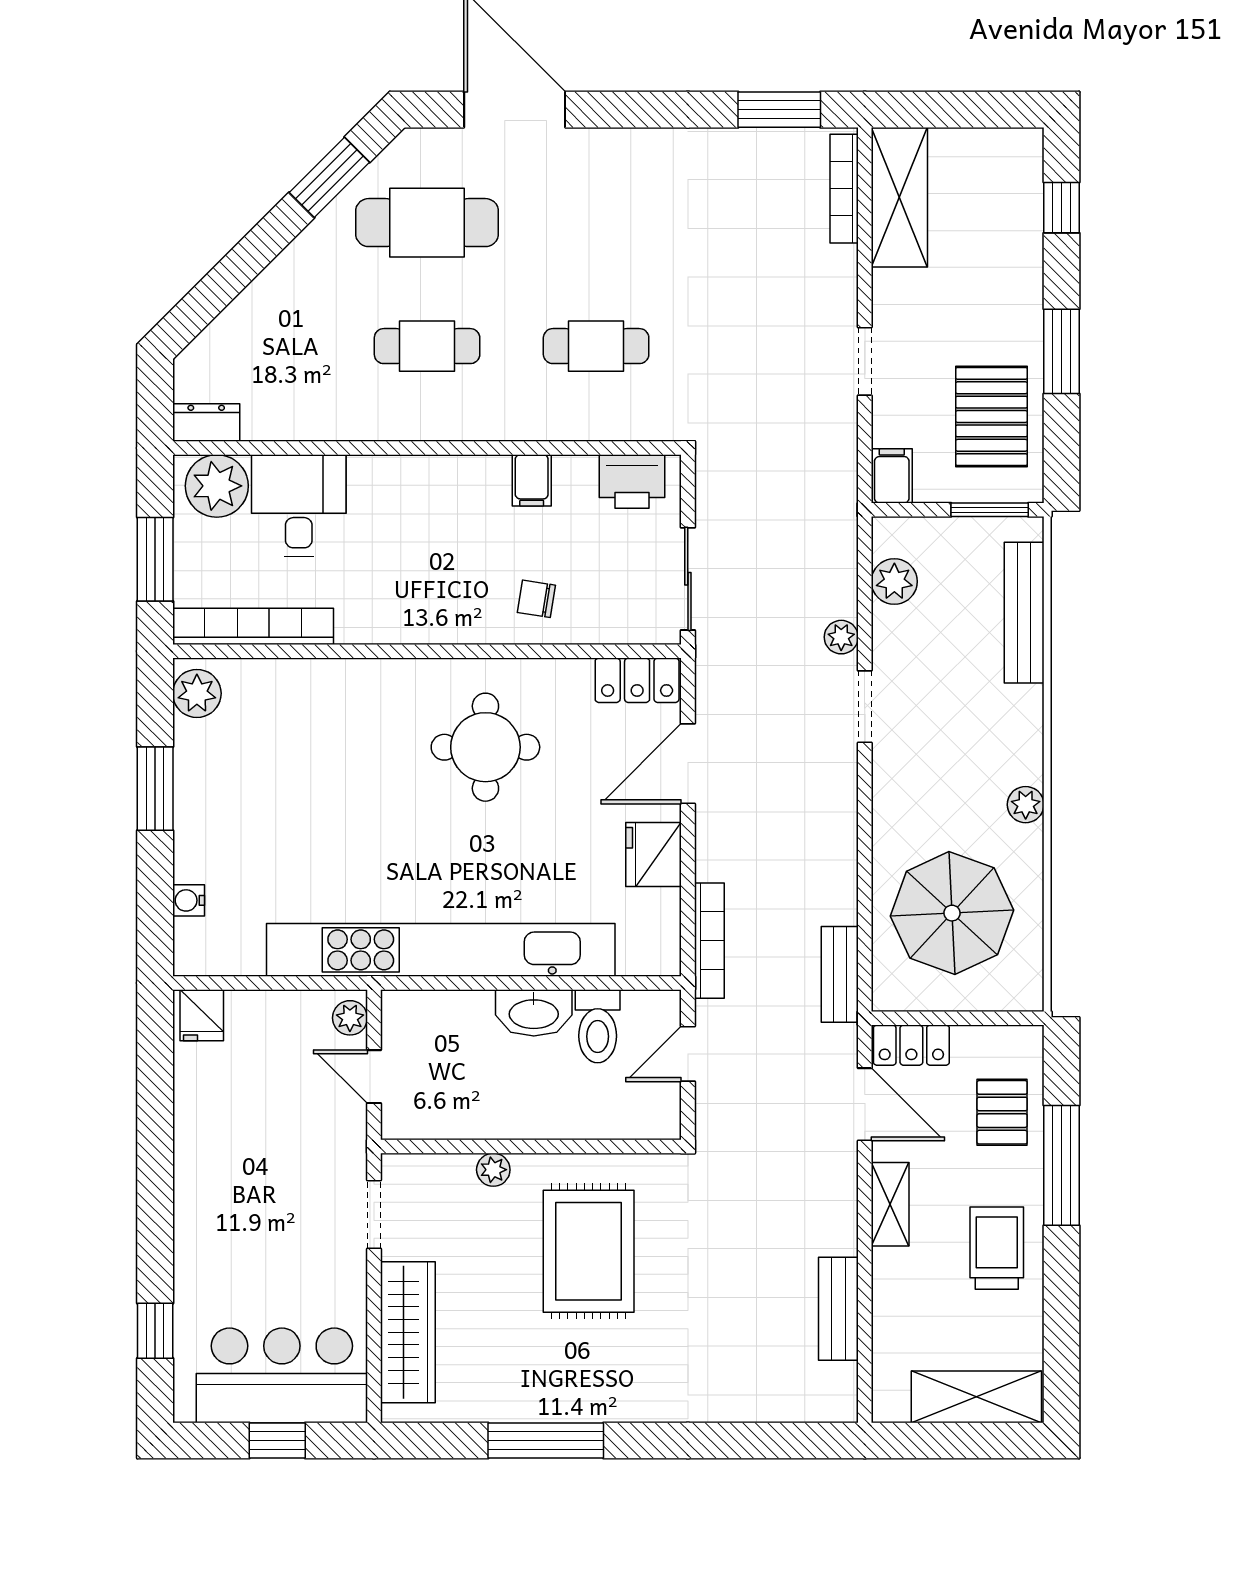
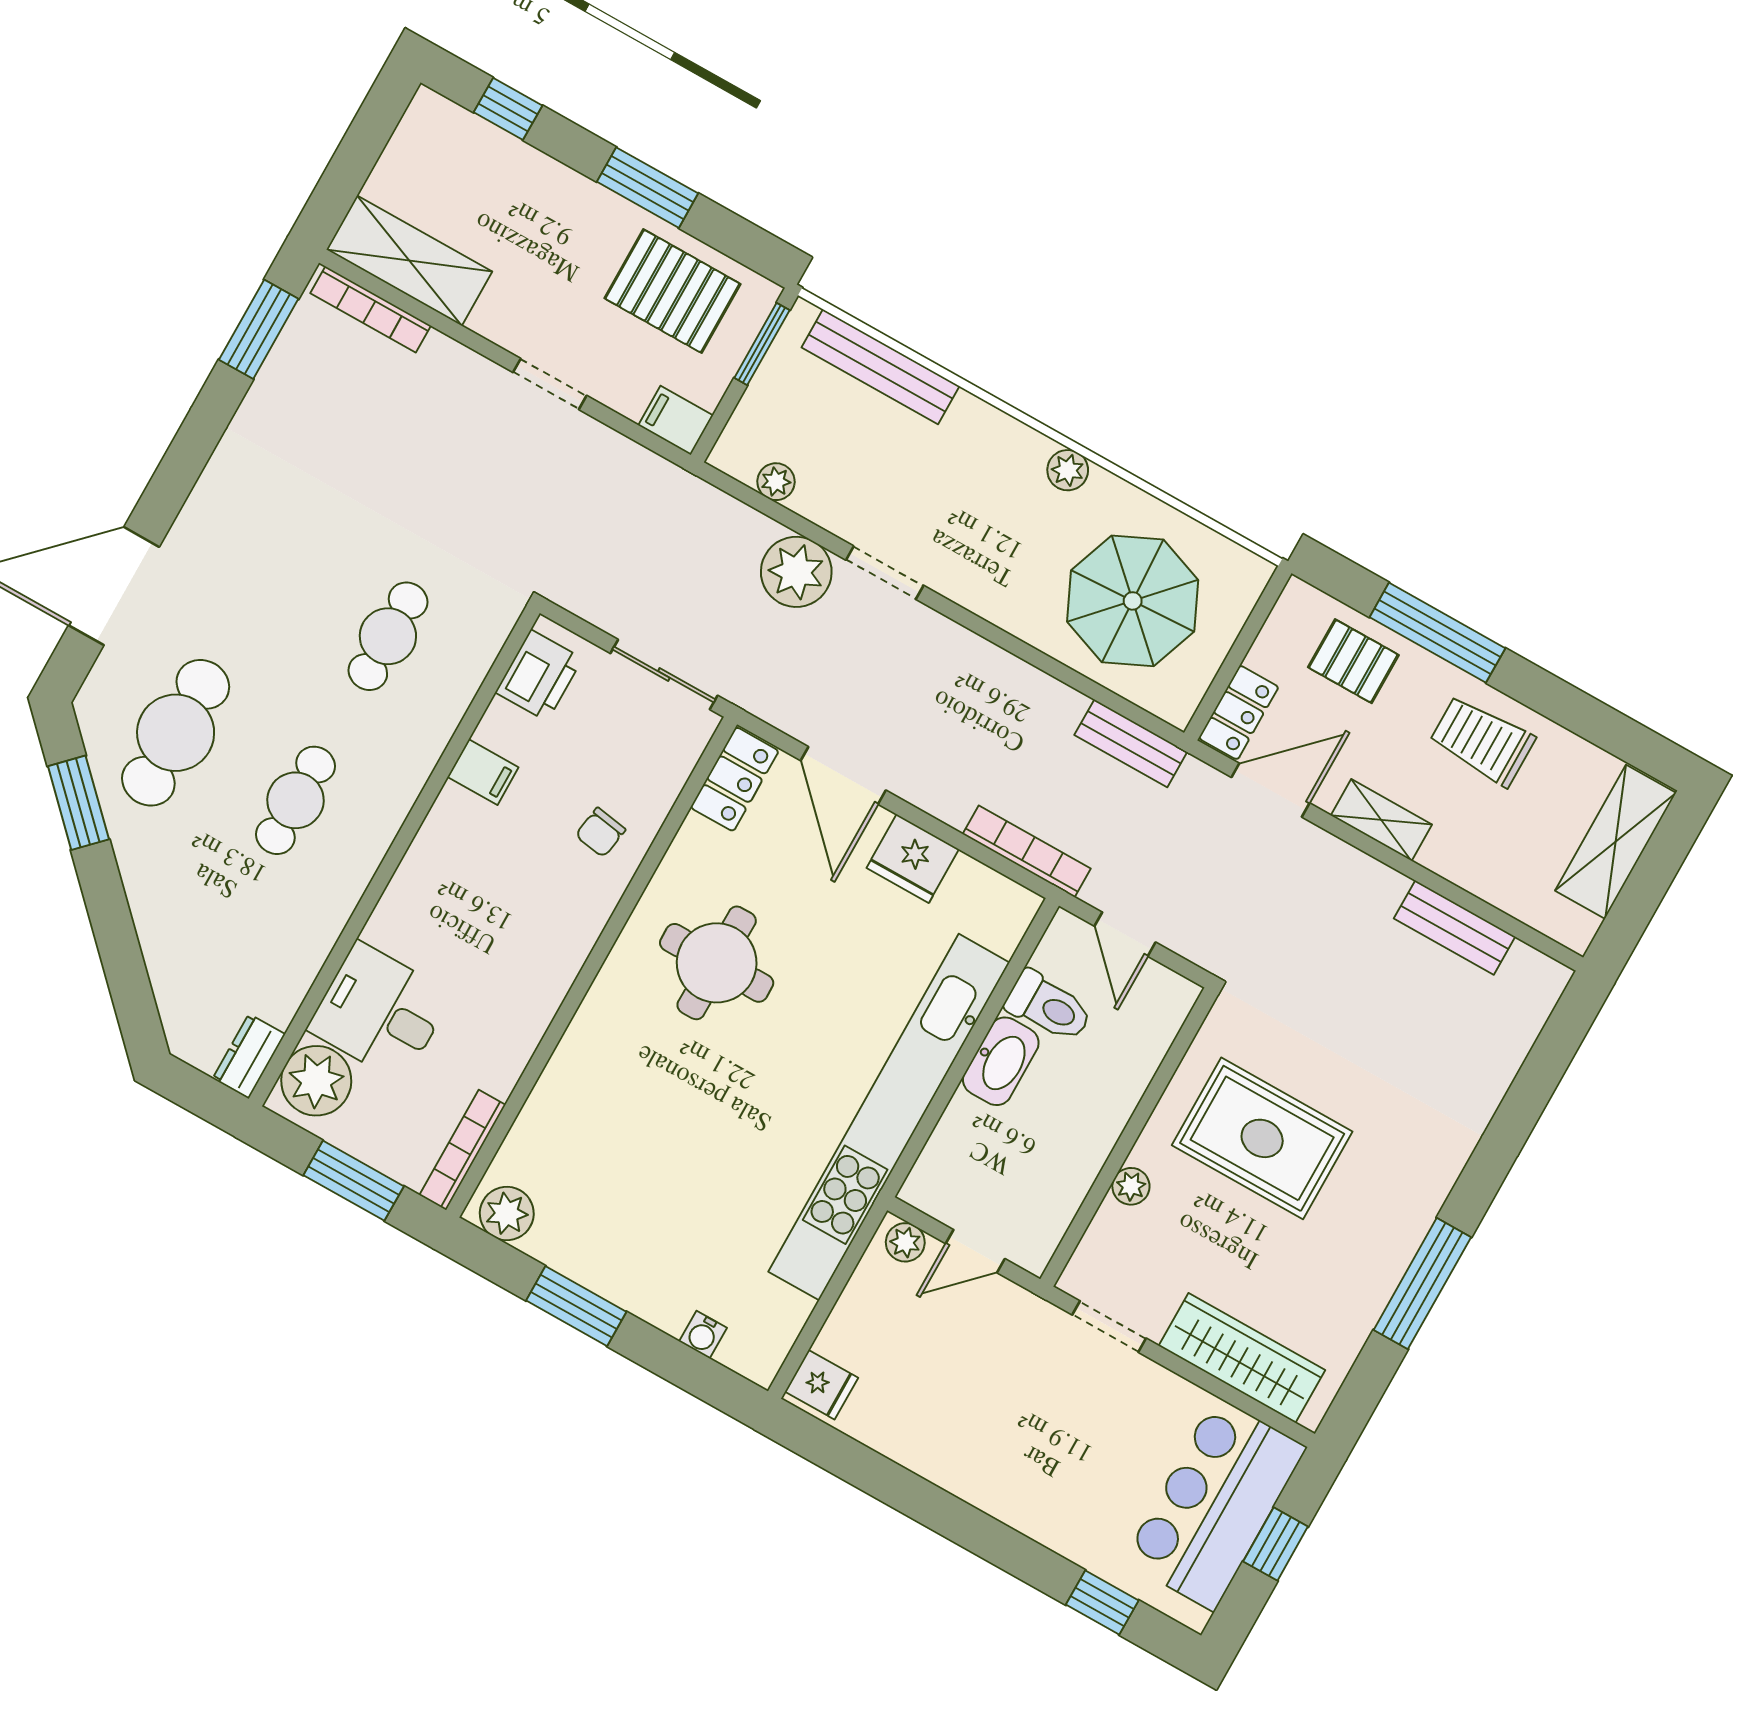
plant: (894, 581) -> (776, 482), width x0.73, depth x0.73
bookcase: (253, 626) -> (462, 1150), width x0.68, depth x0.76
plant: (841, 637) -> (796, 572), width x1.88, depth x1.88

